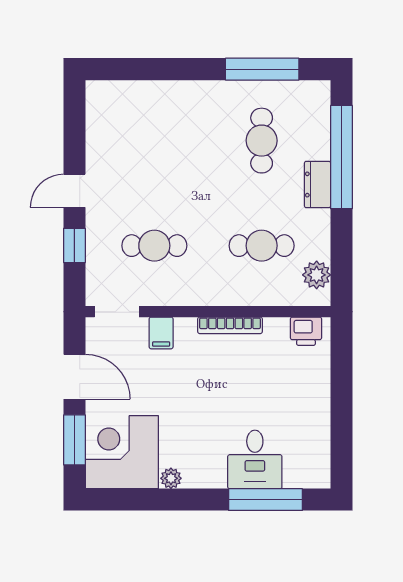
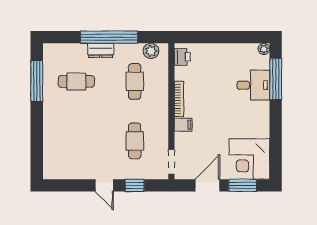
window: (341, 157) -> (109, 37), moved
filing cabinet: (161, 333) -> (183, 125), moved
plant: (171, 478) -> (264, 49), moved

